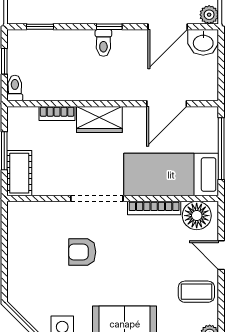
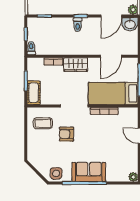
floor lamp: (197, 216) -> (127, 115), removed
coffee table: (196, 292) -> (43, 123), moved

